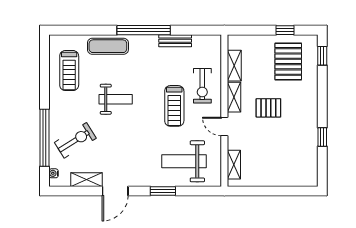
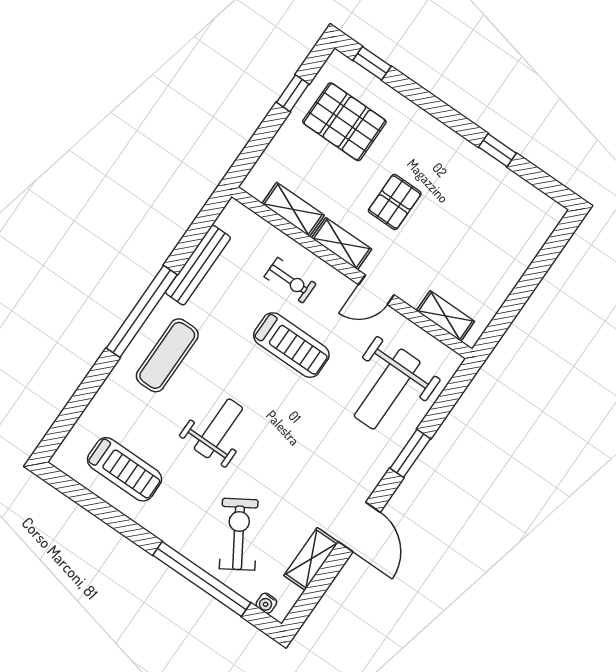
bench: (175, 41) -> (198, 265), width x1.36
exercise mat: (108, 46) -> (167, 355), moved
exercise bike: (202, 86) -> (290, 280), width x0.73, depth x0.72

